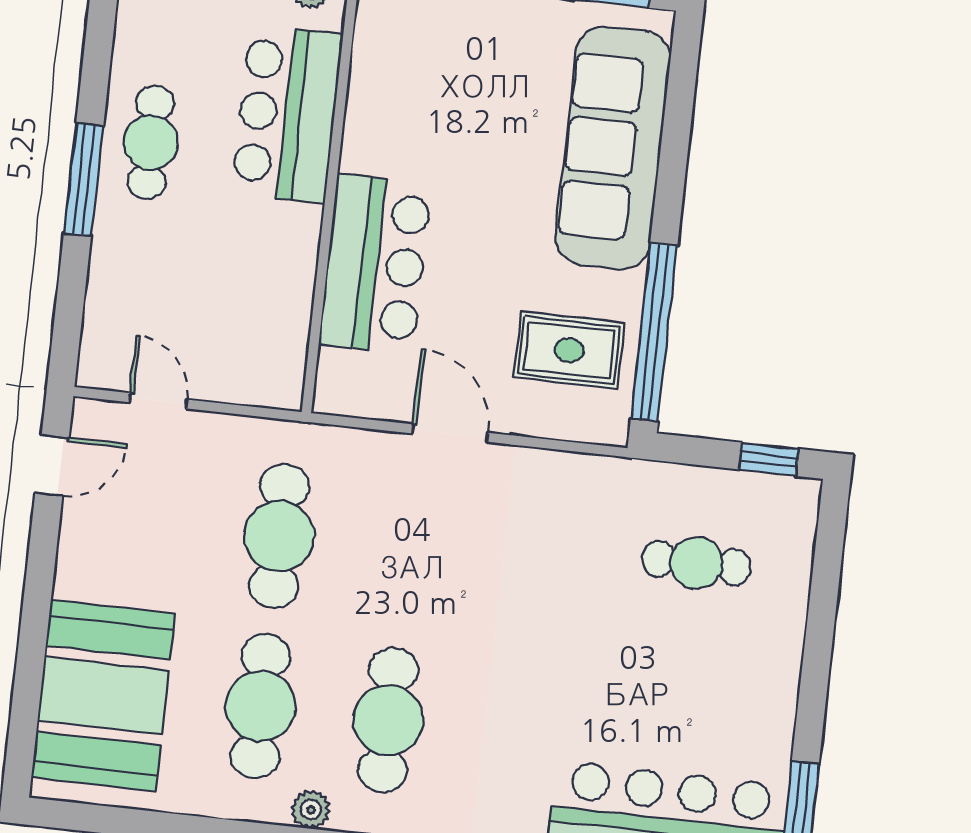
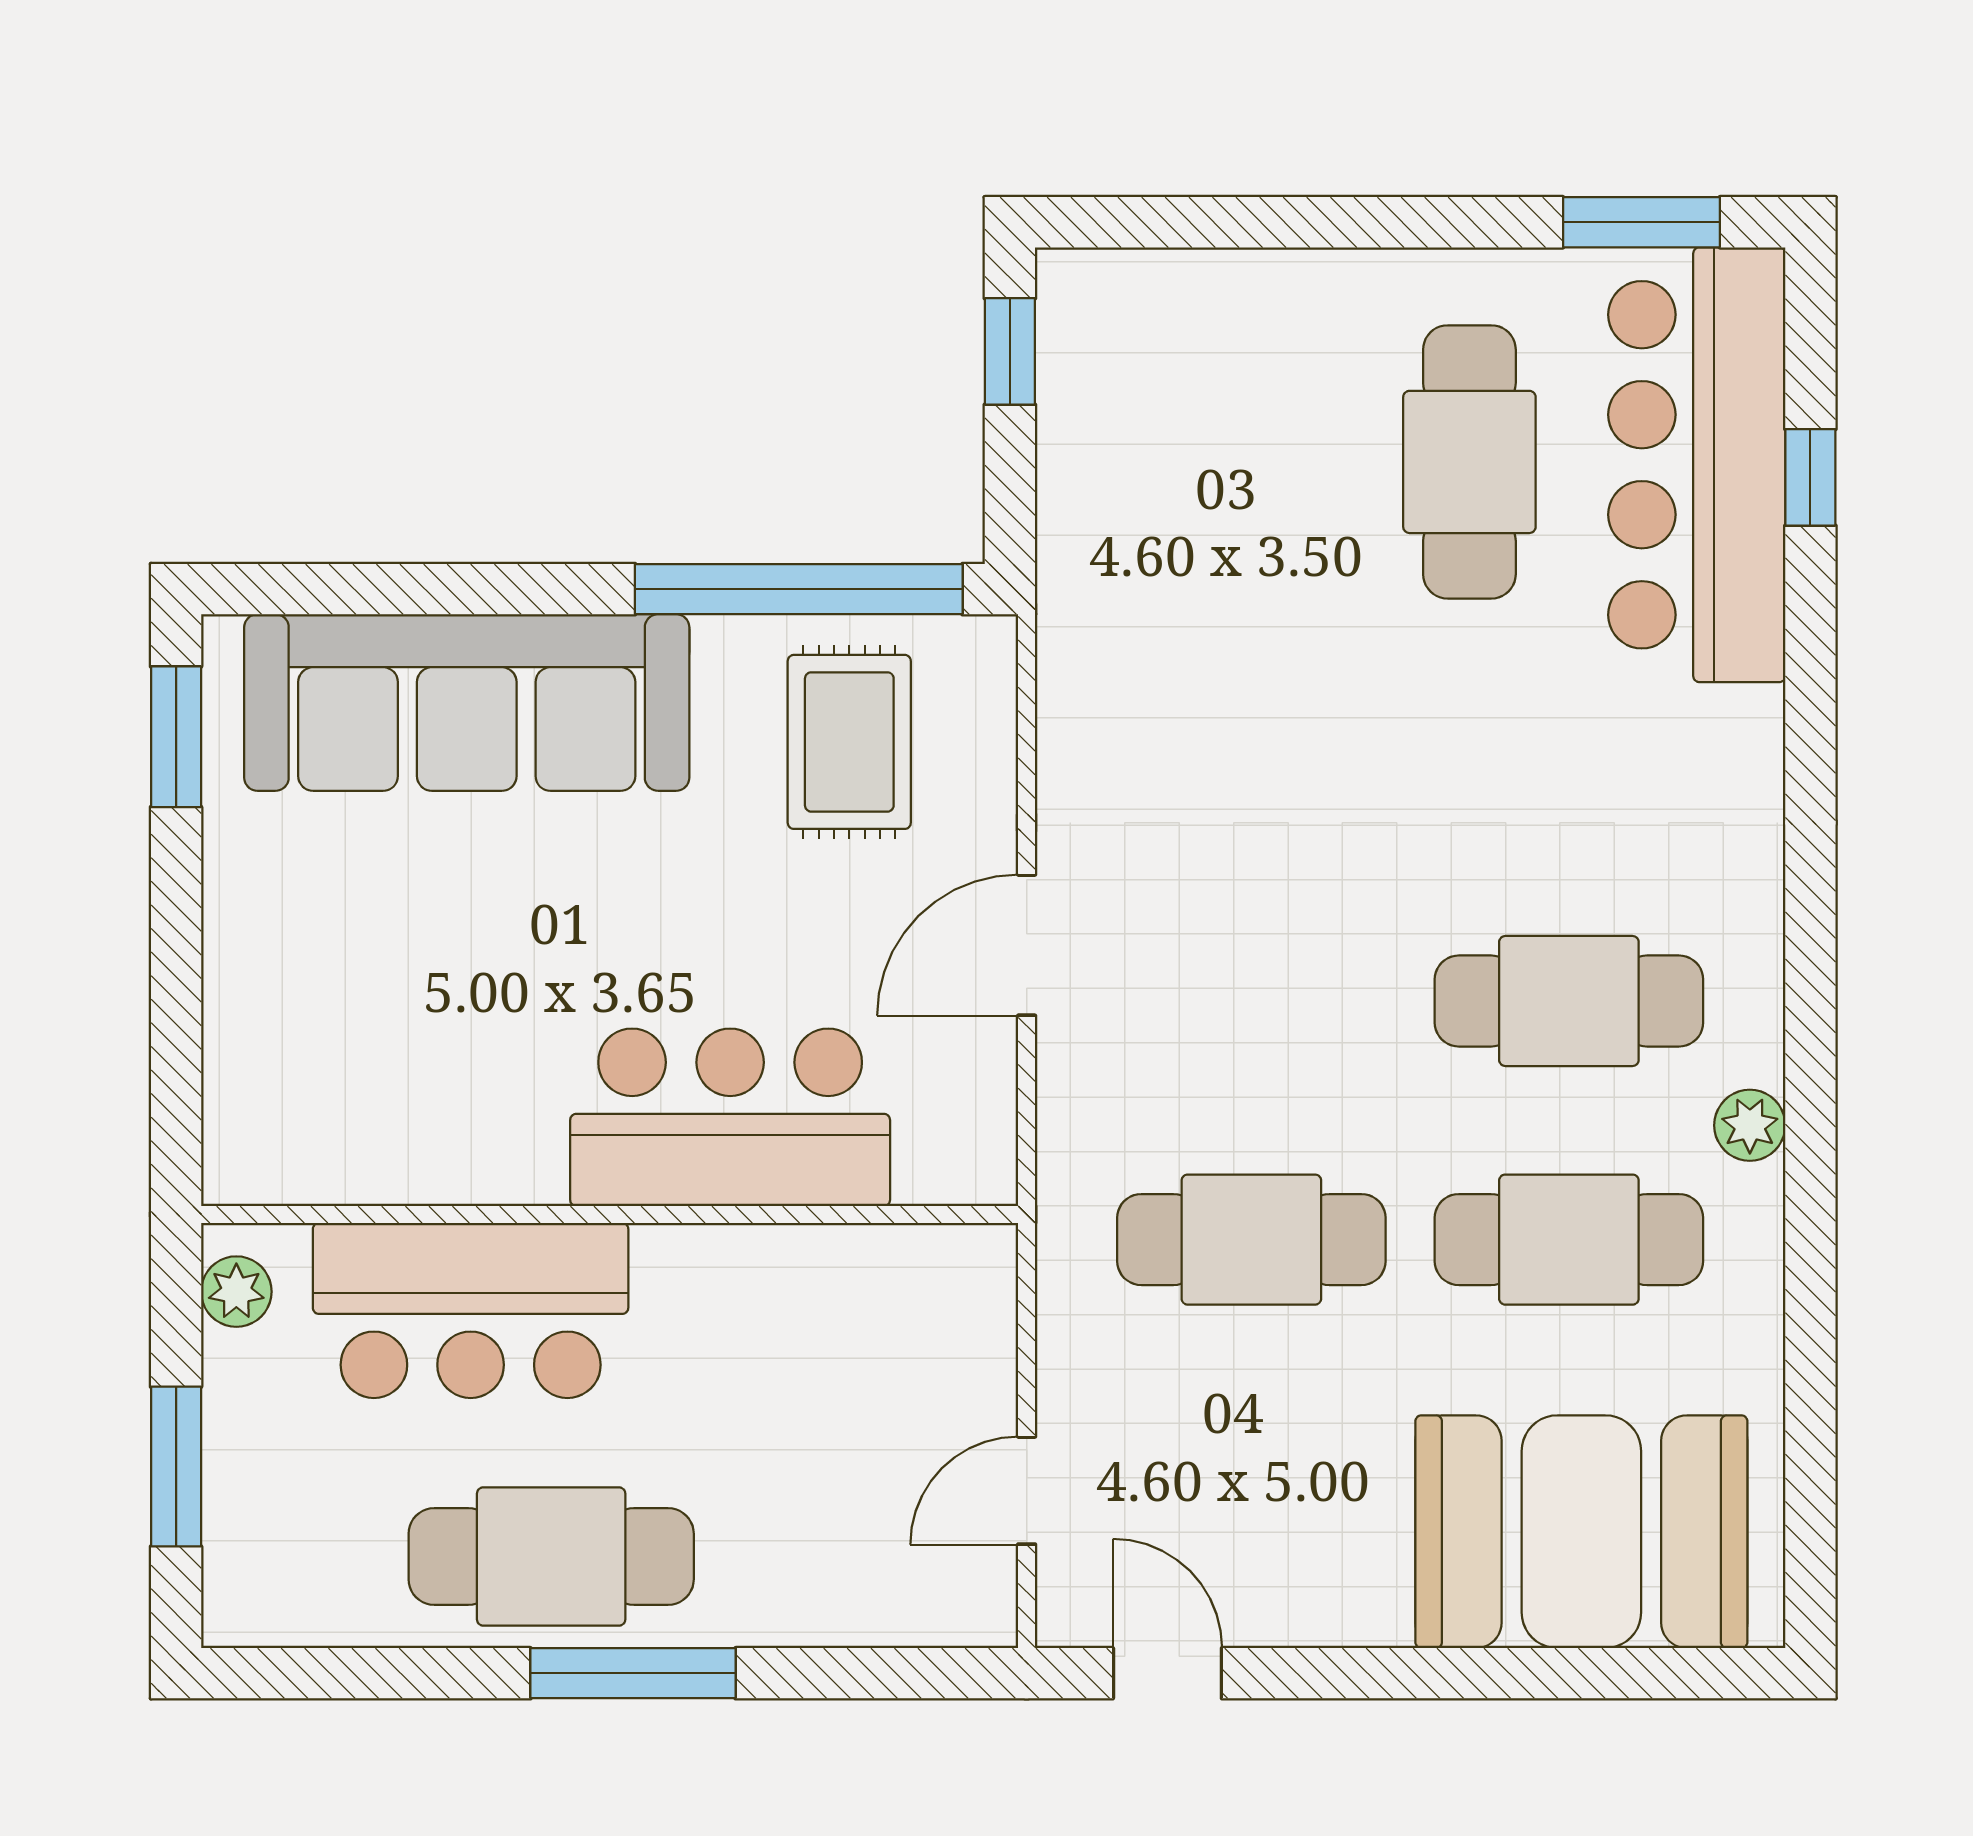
cafe table: (151, 142) -> (551, 1556), width x1.37, depth x1.35
cafe table: (696, 563) -> (1469, 462), moved, width x1.37, depth x1.35

